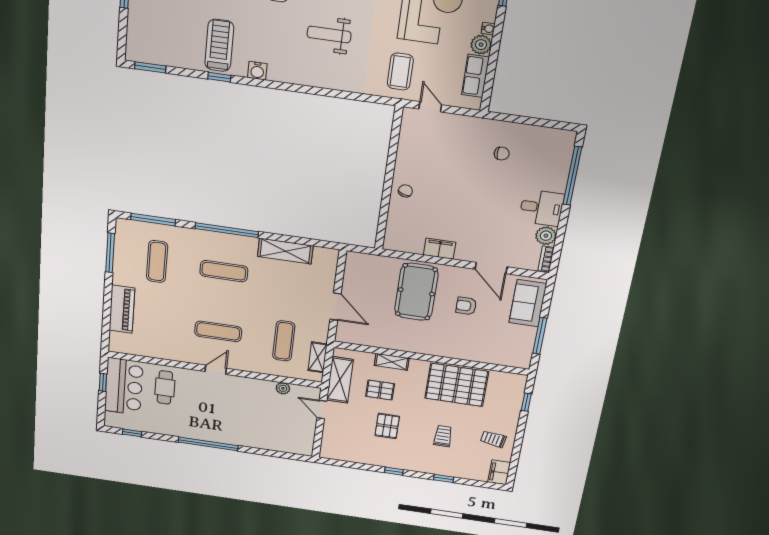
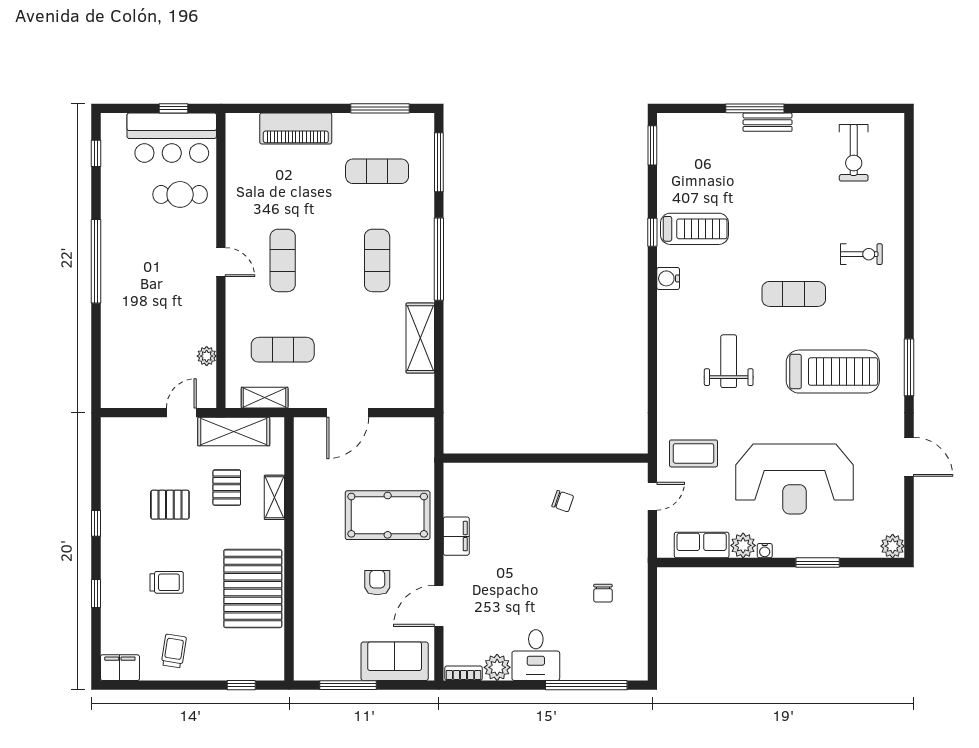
chair: (405, 191) -> (563, 501), moved

